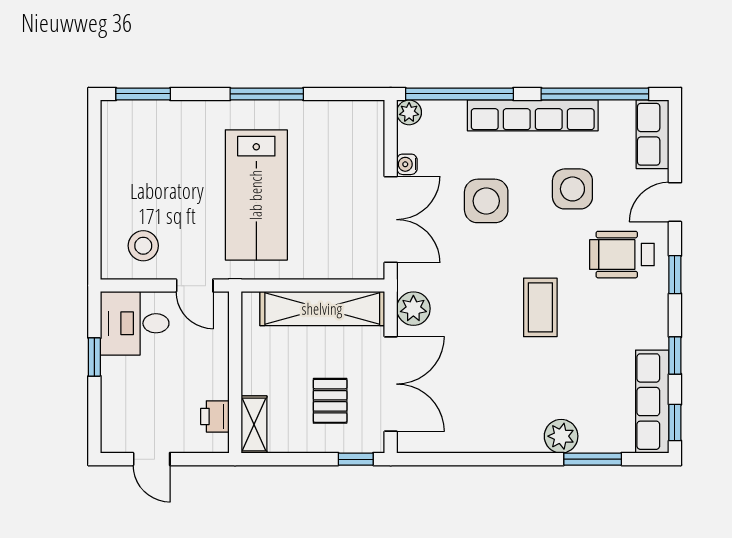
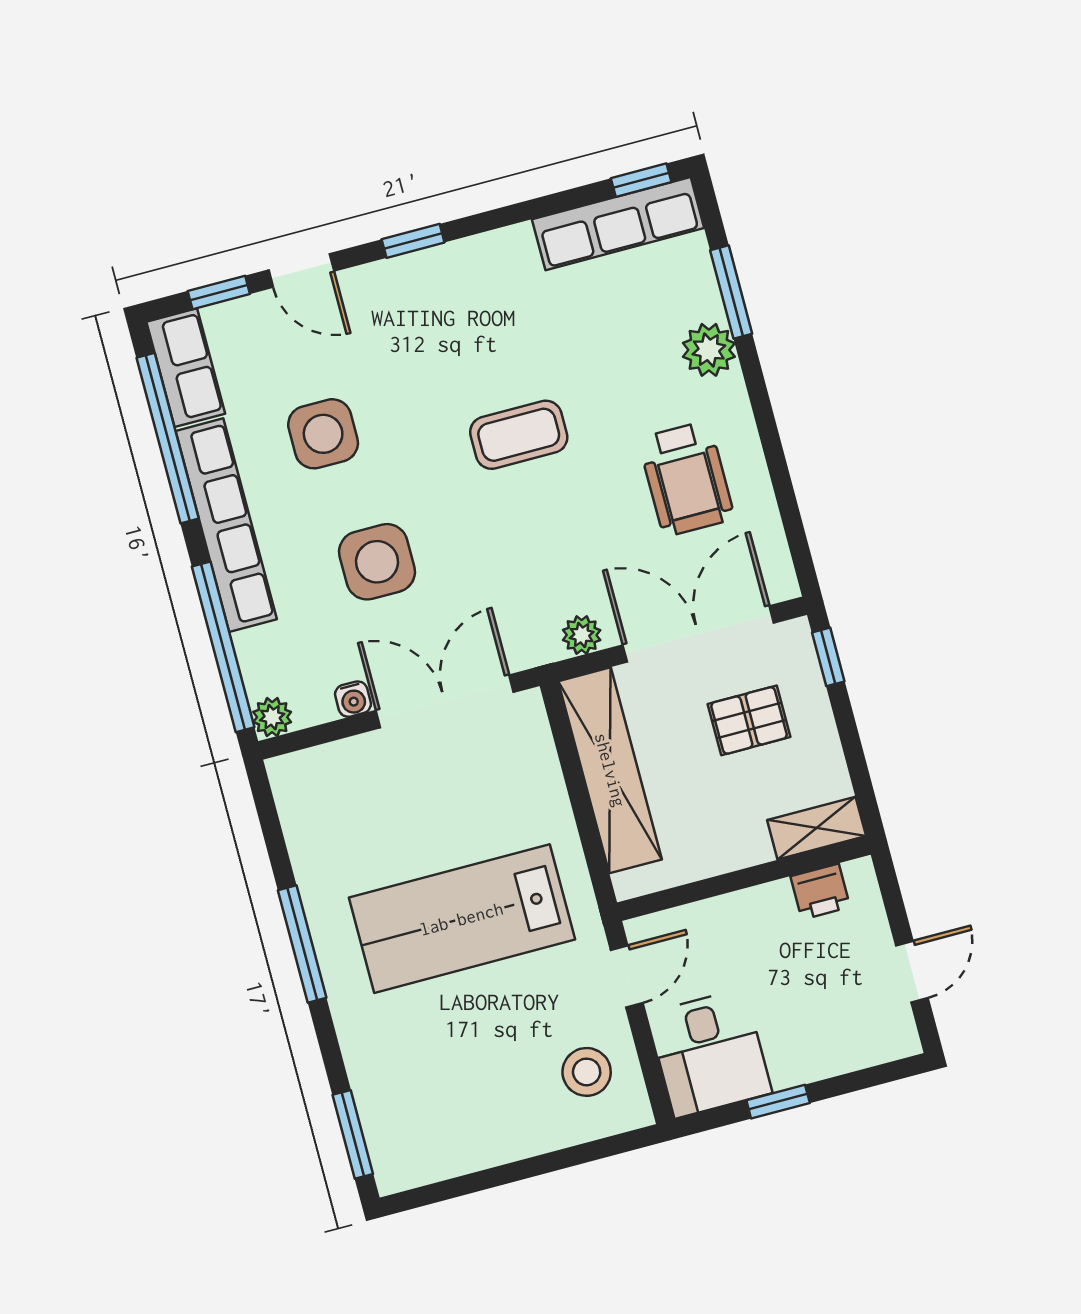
row of seats: (653, 134) -> (186, 368), moved, turned -90
lab bench: (256, 195) -> (462, 919), turned 180
wheelchair: (622, 255) -> (686, 479), moved
plant: (413, 309) -> (582, 635), width x0.73, depth x0.73
window: (675, 356) -> (219, 292), moved

